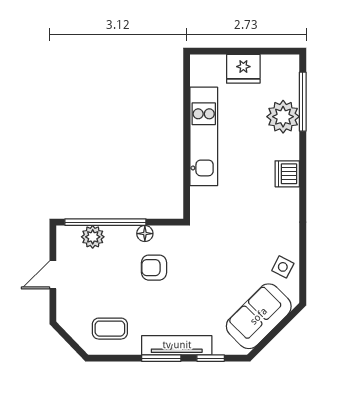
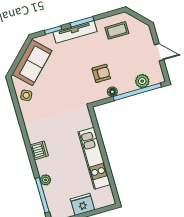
plant: (283, 117) -> (45, 180), width x0.53, depth x0.53
door: (53, 275) -> (159, 52), hinge flipped

